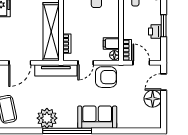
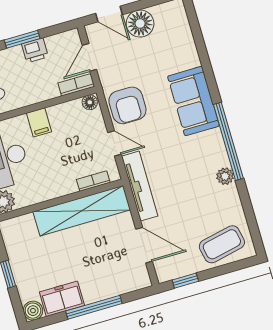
filing cabinet: (111, 44) -> (39, 122), moved
armchair: (106, 77) -> (127, 105), turned 180
plant: (47, 118) -> (225, 176), width x0.53, depth x0.53

